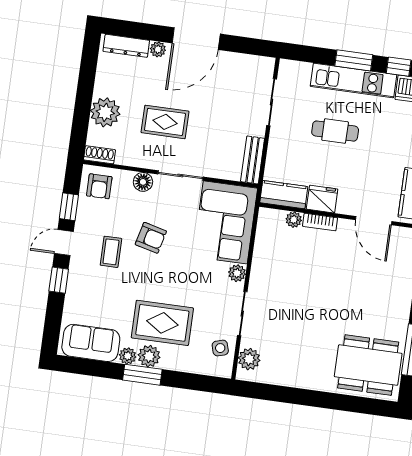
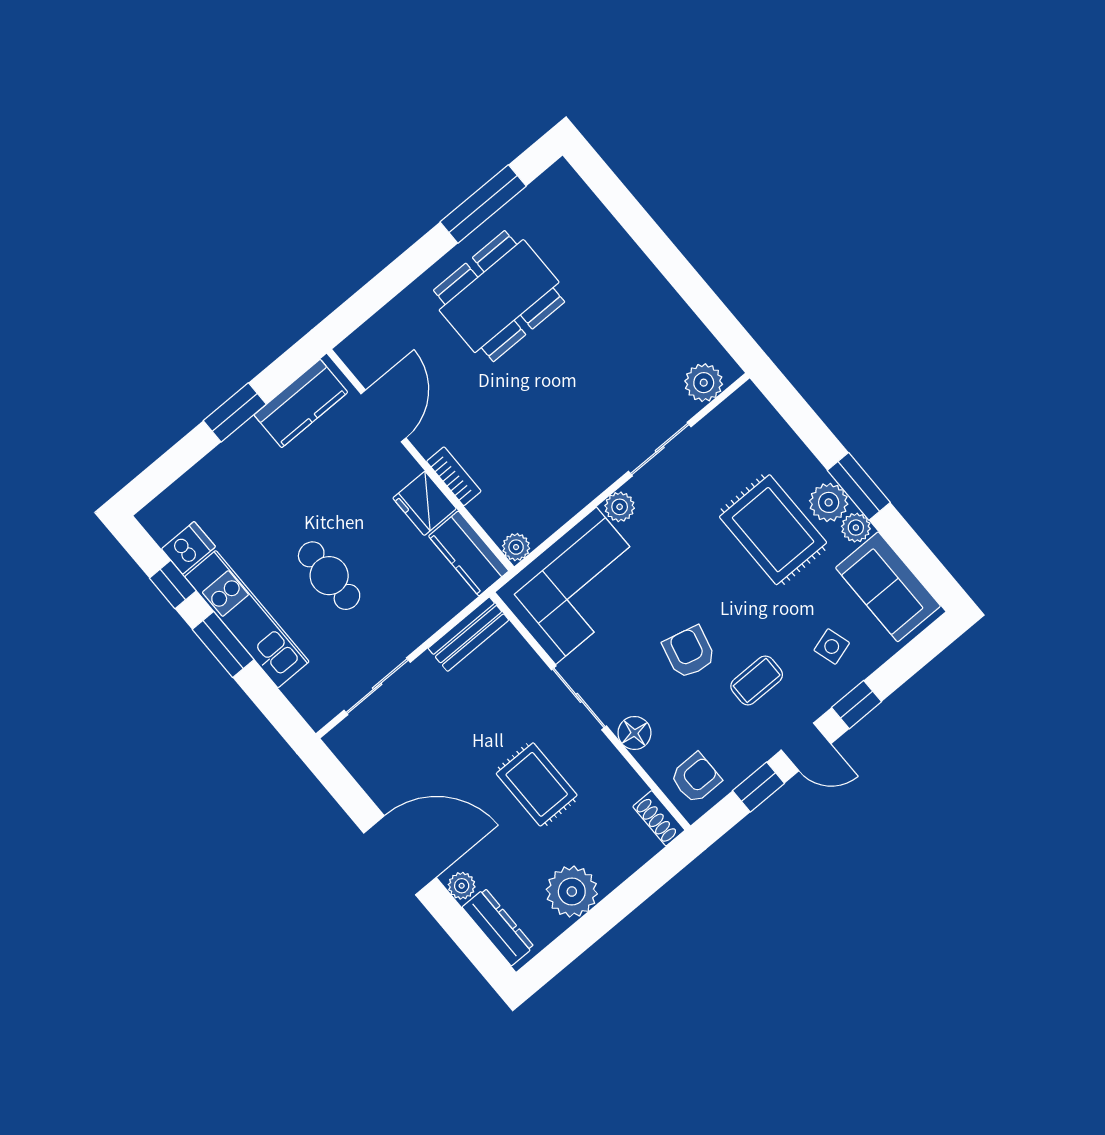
plant: (105, 112) -> (572, 892), moved
plant: (294, 220) -> (516, 547), moved
side table: (220, 348) -> (832, 647), moved
dining table: (368, 365) -> (499, 296), moved, turned 90

